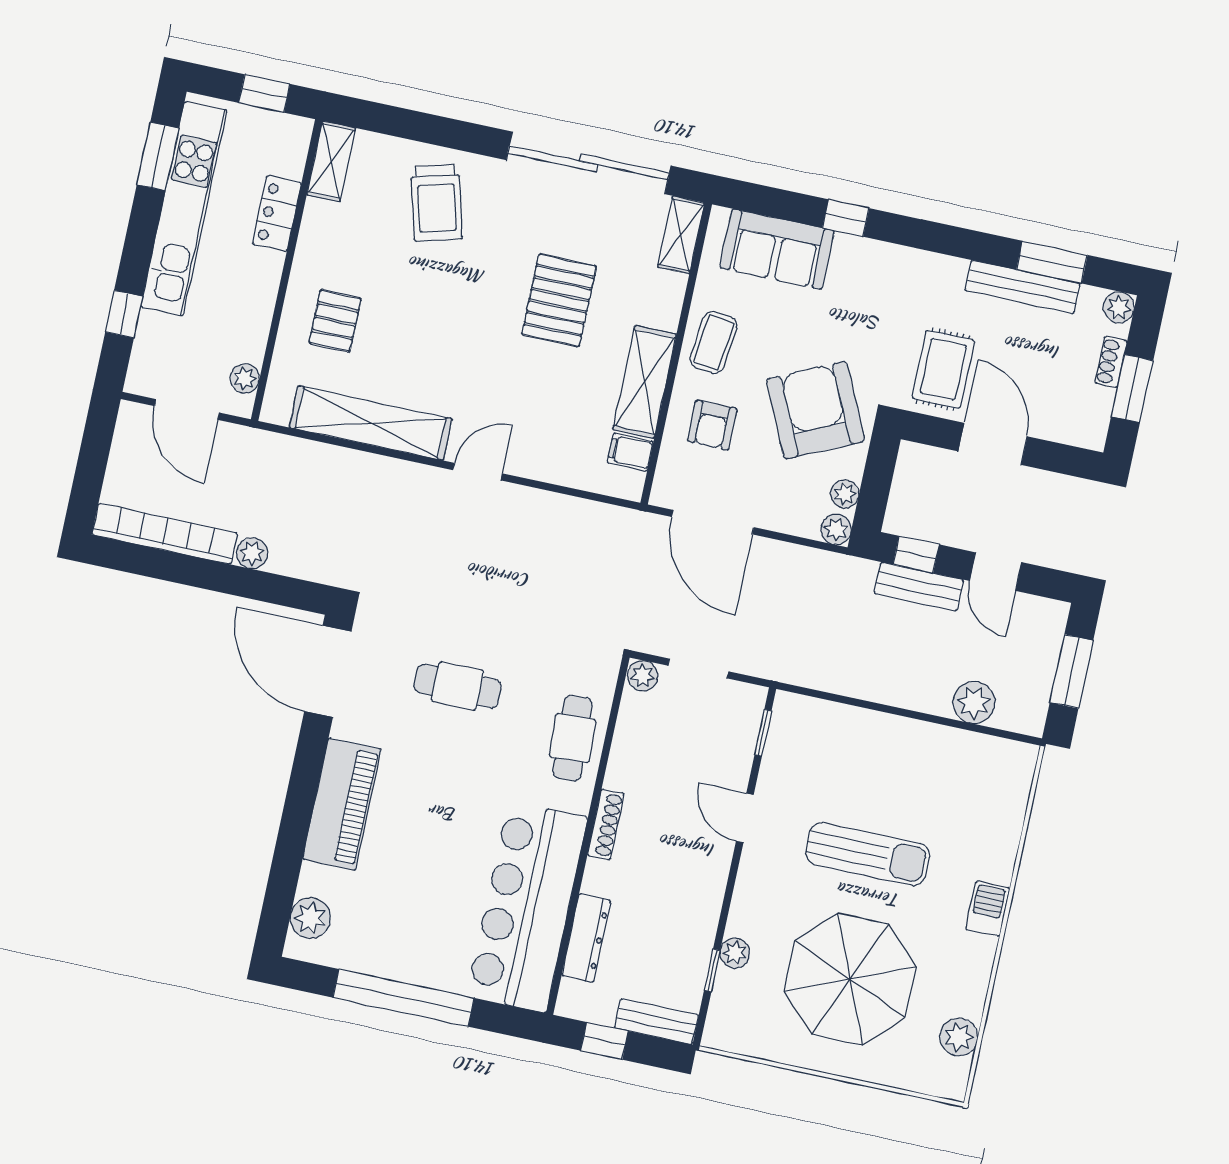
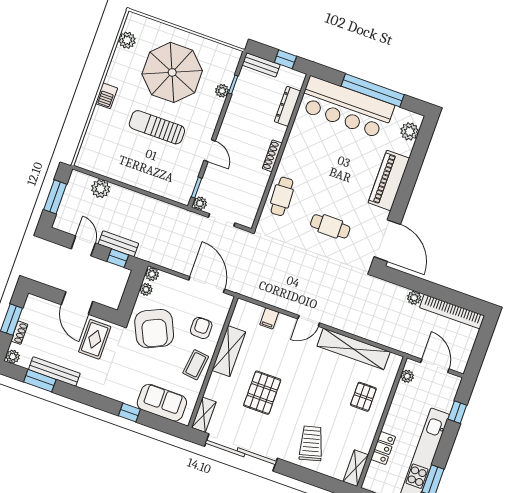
filing cabinet: (630, 452) -> (269, 318), moved, turned 90
plant: (643, 676) -> (200, 203), moved
bar counter: (527, 907) -> (346, 107), moved, turned 90

